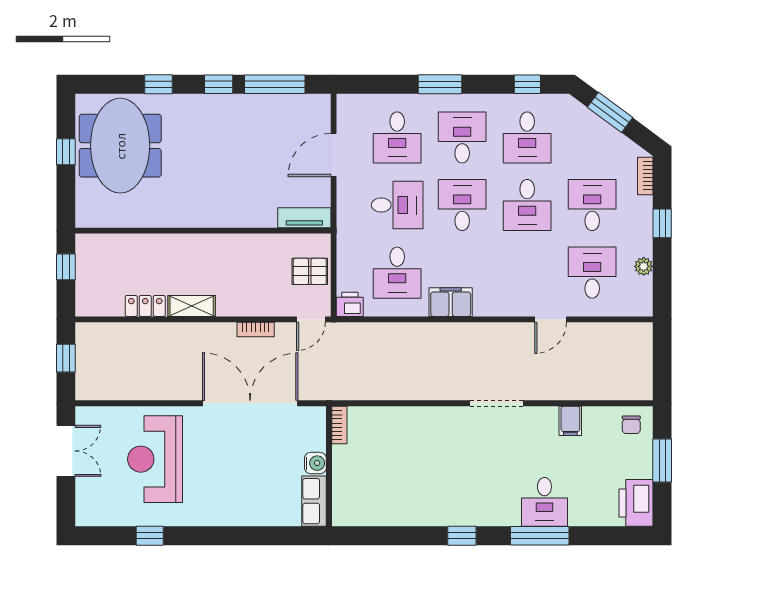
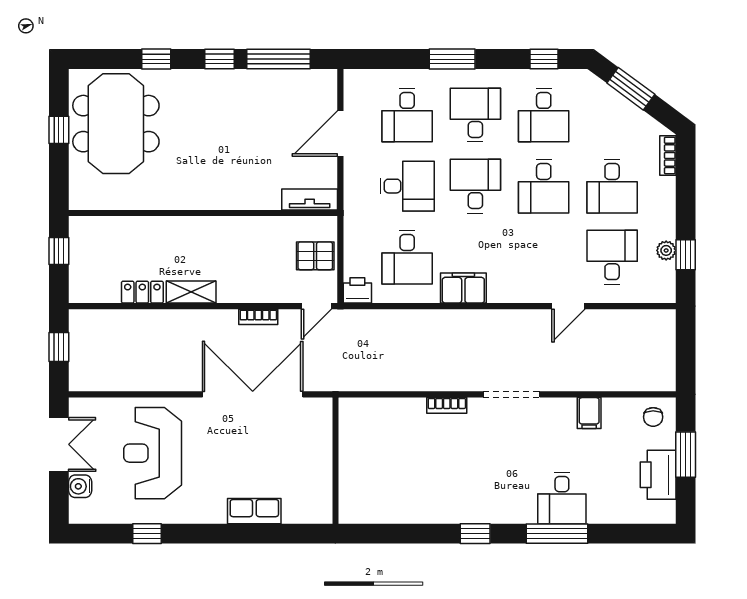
desk: (592, 205) -> (612, 186), turned 180
window: (662, 223) -> (686, 255), moved
bookcase: (339, 425) -> (447, 405), moved, turned 90
water cooler: (315, 463) -> (80, 486), moved, turned 180
row of seats: (314, 501) -> (254, 511), moved, turned 90
printer: (636, 503) -> (658, 475), moved

